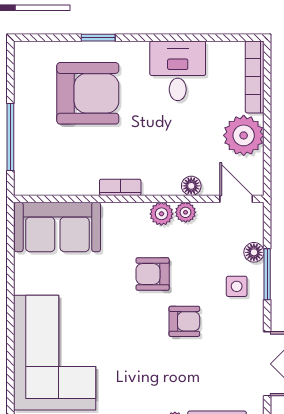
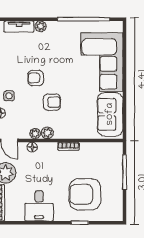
sofa: (57, 227) -> (110, 114), moved, turned -90

